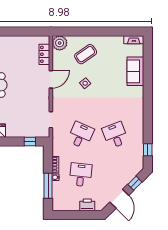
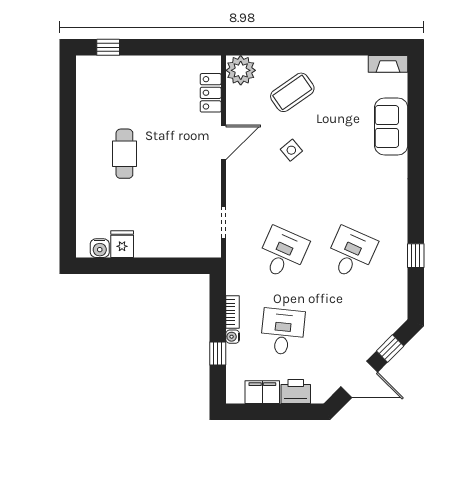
desk: (115, 135) -> (351, 253), turned 45
window: (30, 141) -> (182, 266), removed
window: (148, 150) -> (416, 256), moved
window: (48, 186) -> (218, 354), width x0.46
door: (119, 199) -> (359, 379), hinge flipped
filing cabinet: (70, 205) -> (262, 392), added

